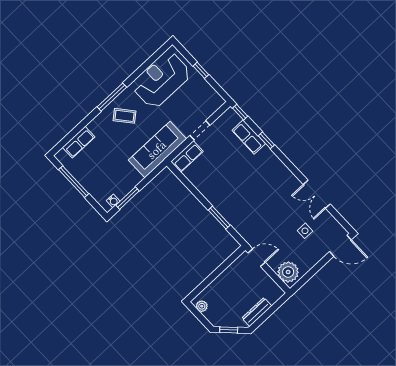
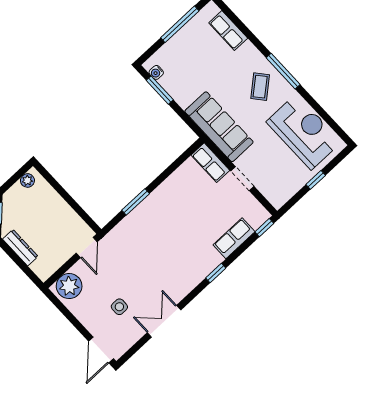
window: (266, 140) -> (216, 273), moved

